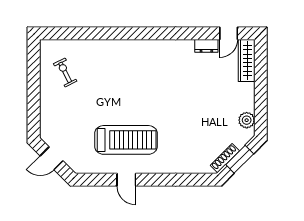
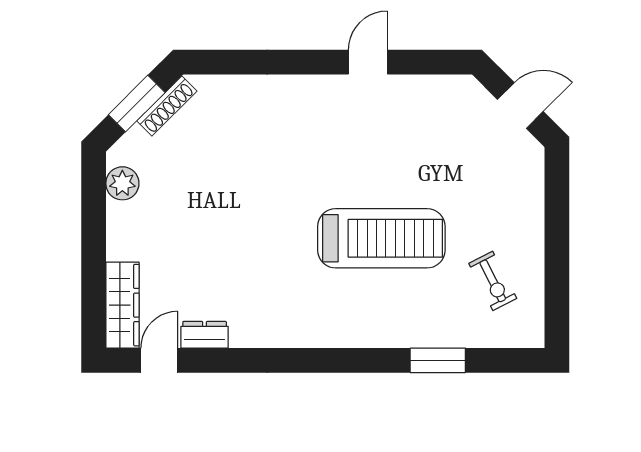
window: (92, 33) -> (438, 360), added
treadmill: (126, 140) -> (381, 238), moved, turned 180
door: (126, 180) -> (368, 62), hinge flipped

